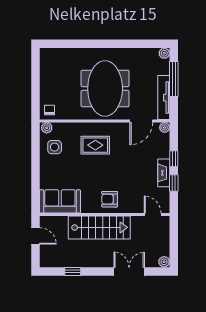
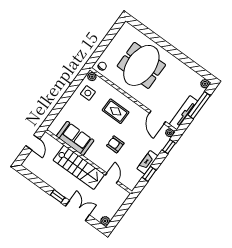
meeting table: (105, 88) -> (141, 65), moved
door: (141, 121) -> (157, 117), hinge flipped
window: (174, 159) -> (169, 147), moved
armchair: (110, 199) -> (115, 144), moved
sofa: (60, 201) -> (75, 138), moved
door: (153, 215) -> (112, 178), moved
window: (73, 271) -> (58, 196), moved

